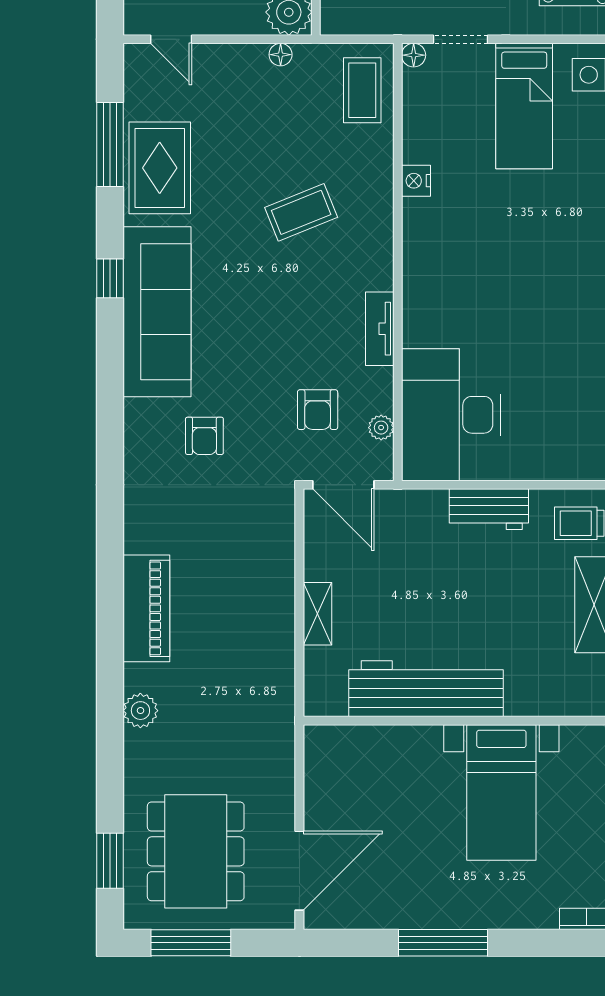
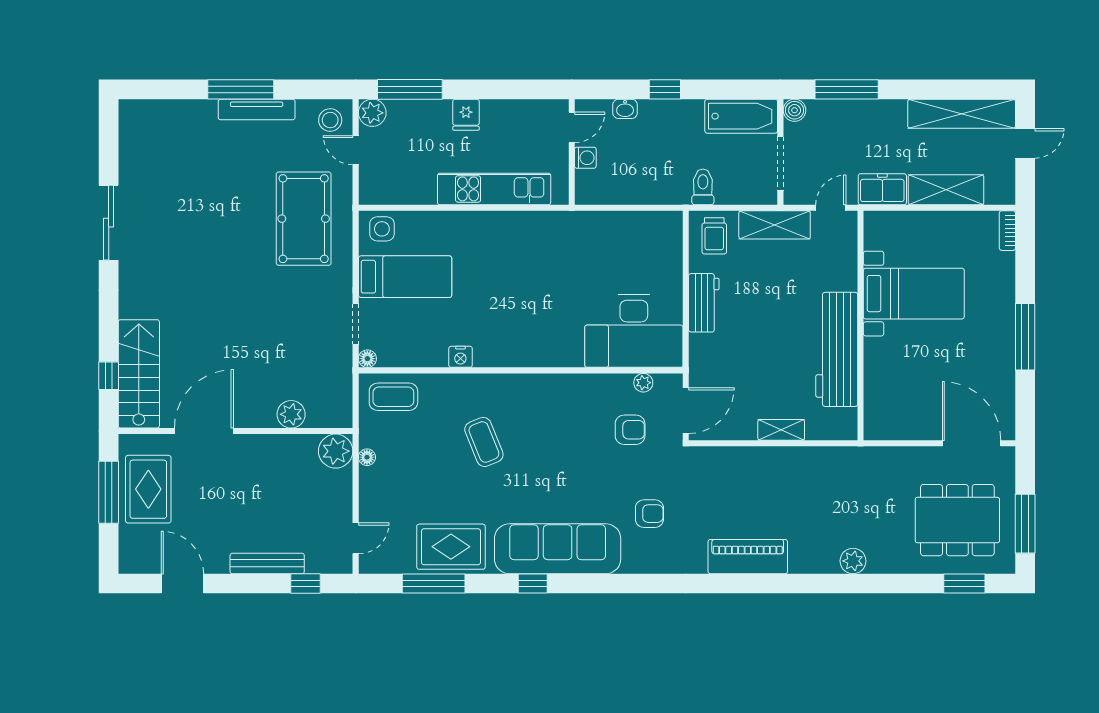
tv unit: (380, 329) -> (570, 384), removed
piano: (146, 608) -> (748, 557), moved

